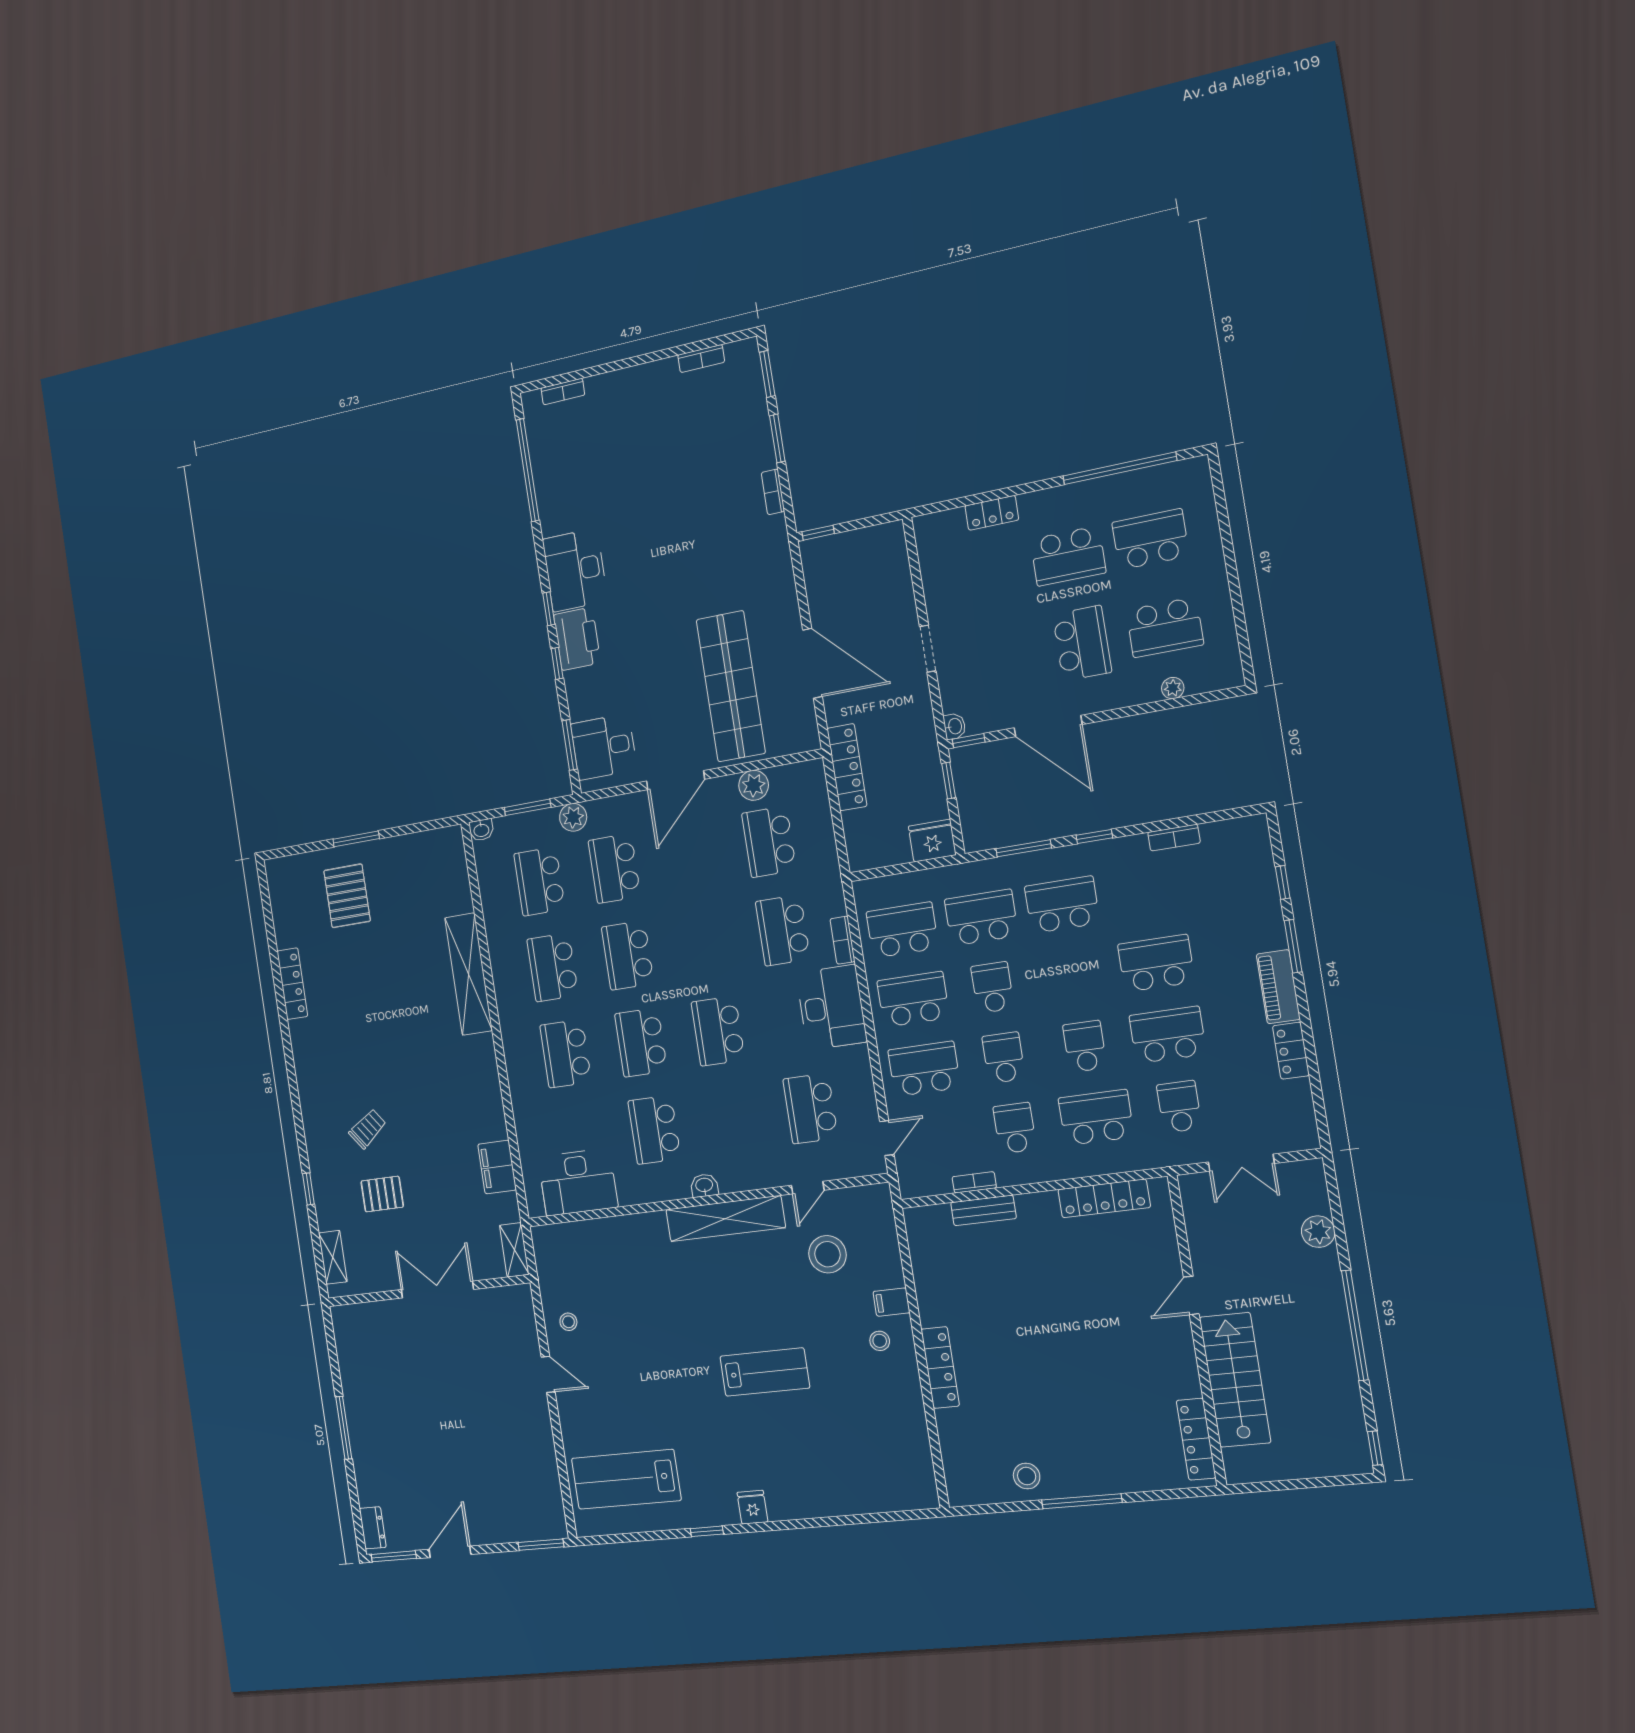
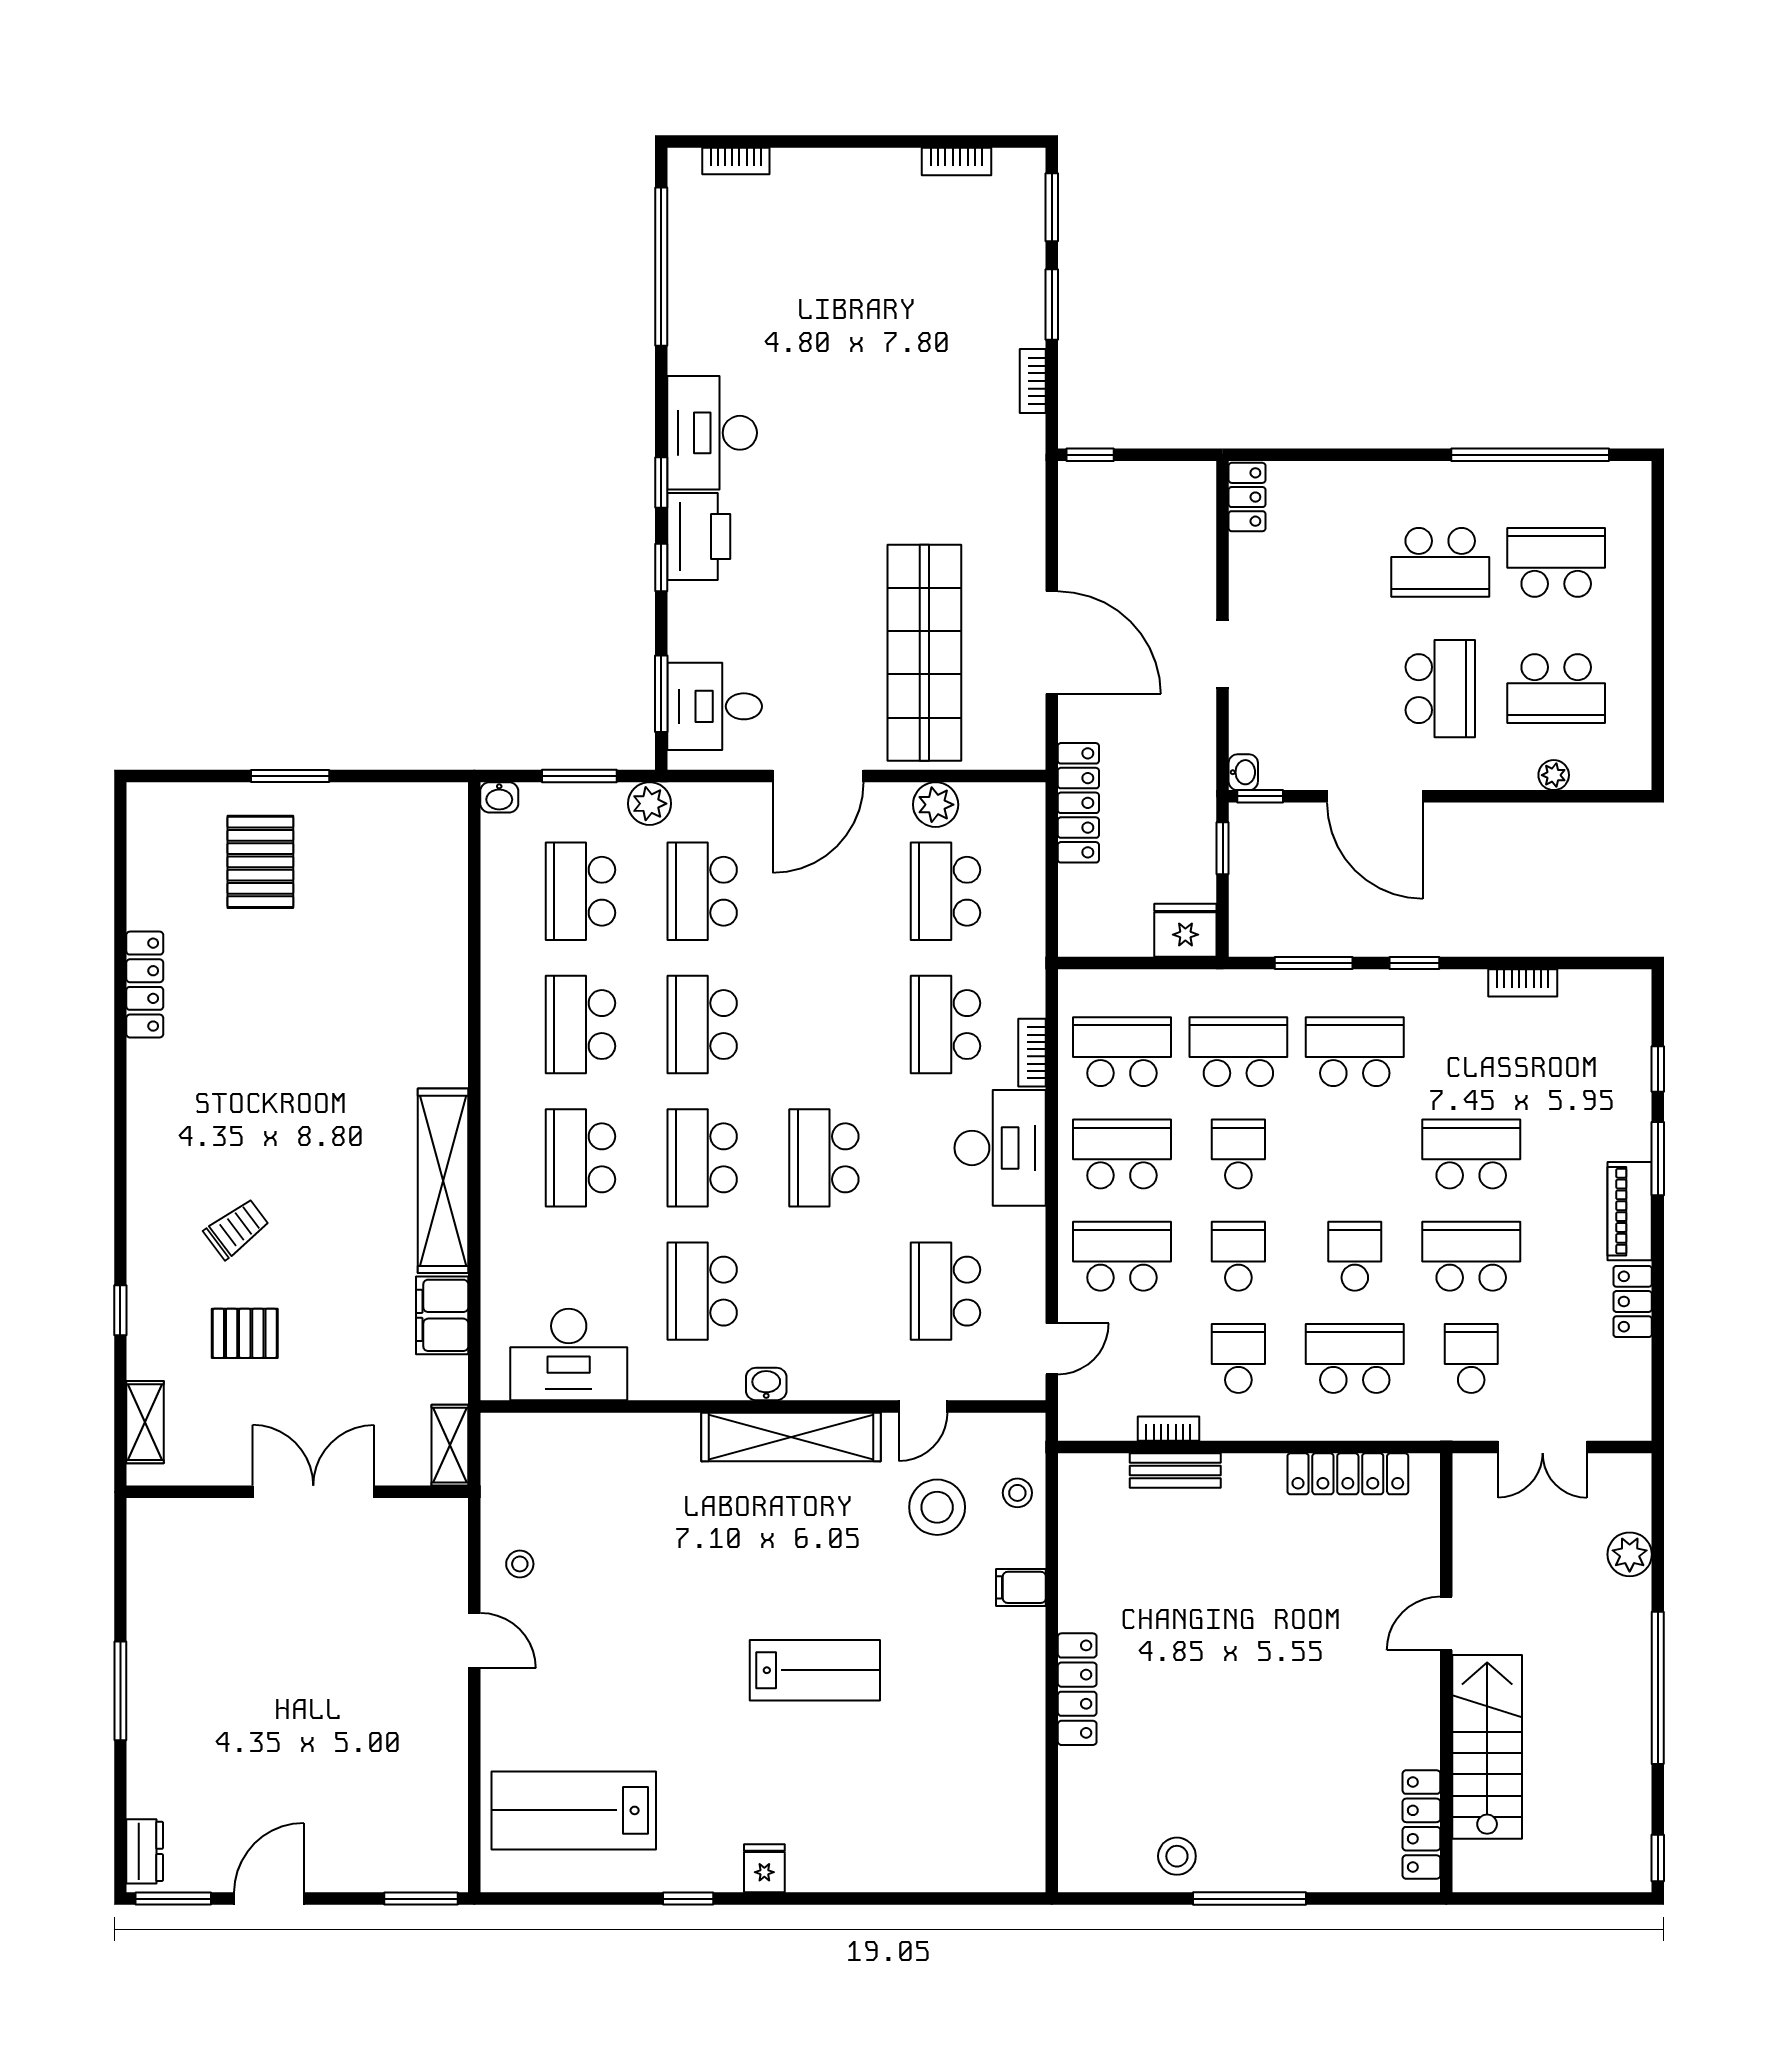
locker: (992, 513) -> (1247, 497), moved, turned -90
shelving: (469, 974) -> (443, 1181), moved
stool: (880, 1341) -> (1017, 1493), moved

